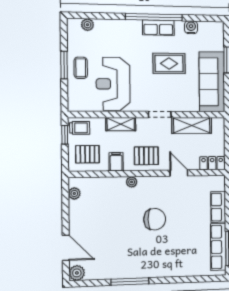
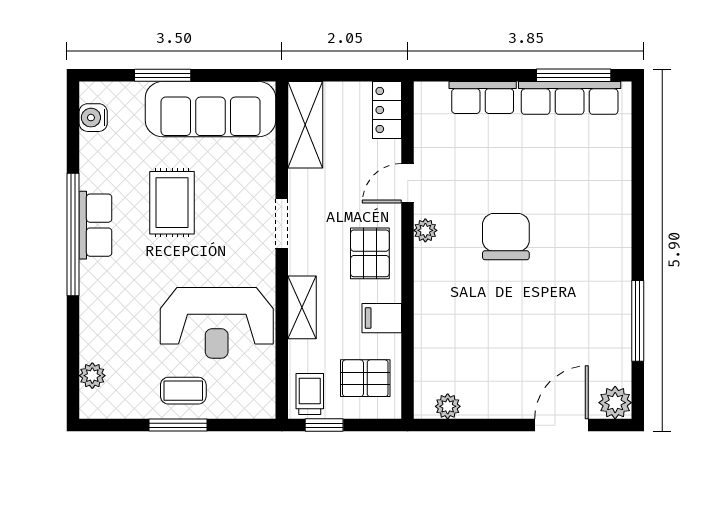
water cooler: (191, 27) -> (93, 118), moved
shelving: (192, 125) -> (305, 125), moved
pallet: (87, 154) -> (365, 378), turned 90
plant: (132, 182) -> (425, 230), moved
window: (130, 282) -> (638, 321), moved

